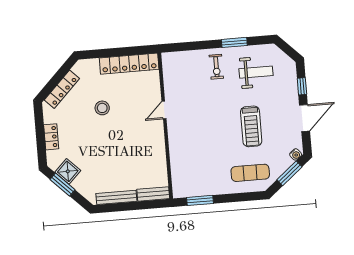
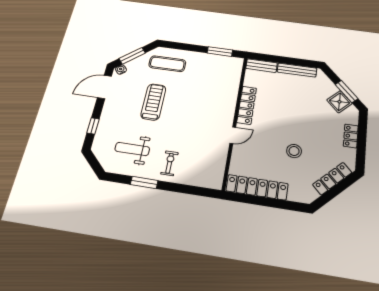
door: (305, 118) -> (104, 87), moved
locker: (158, 145) -> (247, 105), added

